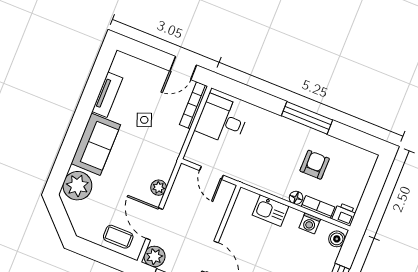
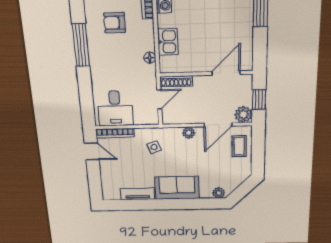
side table: (144, 120) -> (154, 147), moved
plant: (77, 186) -> (219, 193), width x0.53, depth x0.53
floor lamp: (296, 198) -> (150, 58), moved
shoe rack: (224, 200) -> (176, 81), added

